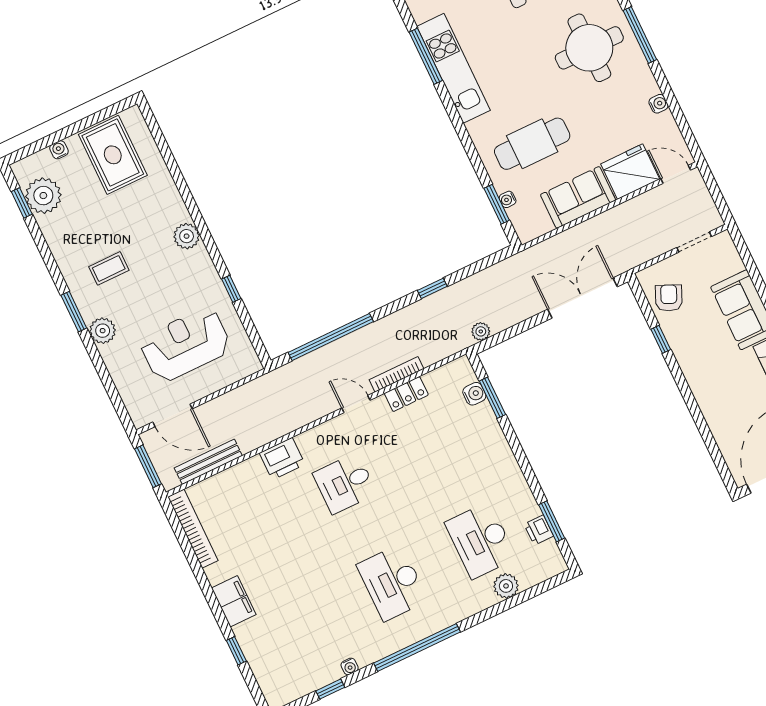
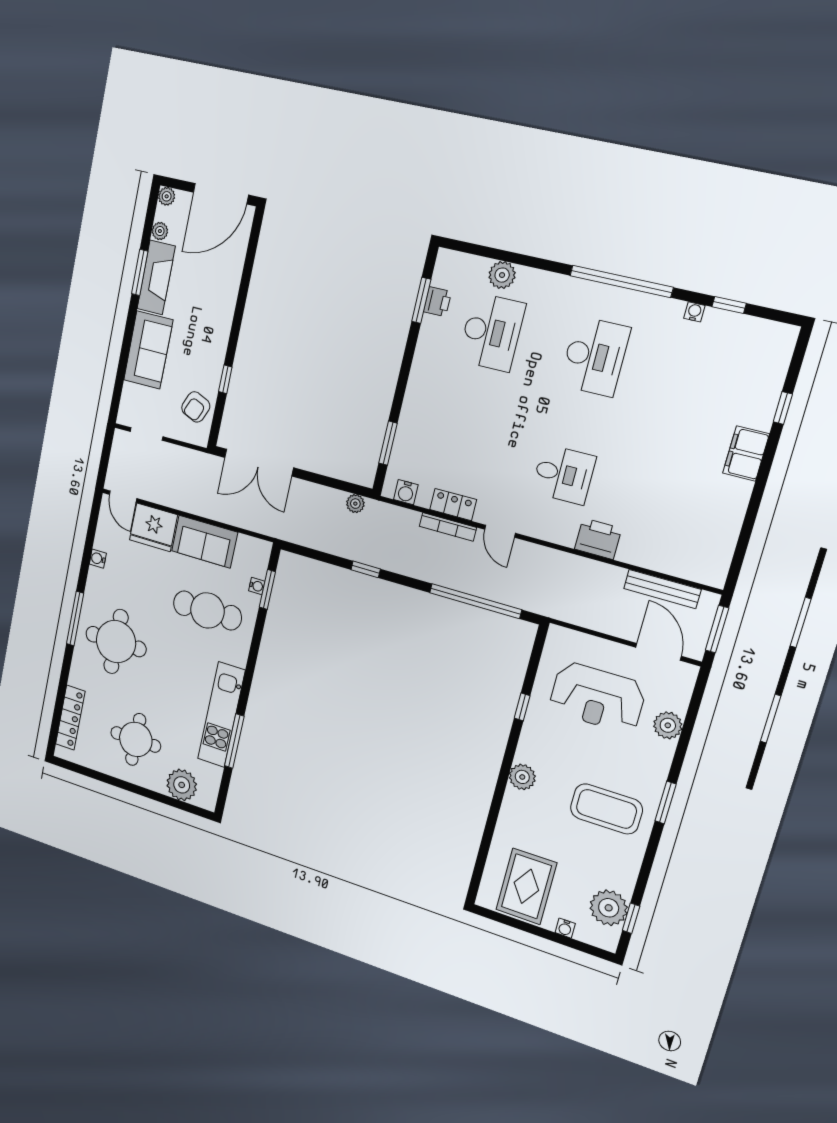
coffee table: (109, 268) -> (606, 809), width x1.86, depth x1.72
plant: (103, 331) -> (668, 725), moved
water cooler: (474, 394) -> (406, 492), moved, turned -90
bookcase: (193, 529) -> (726, 545), removed

